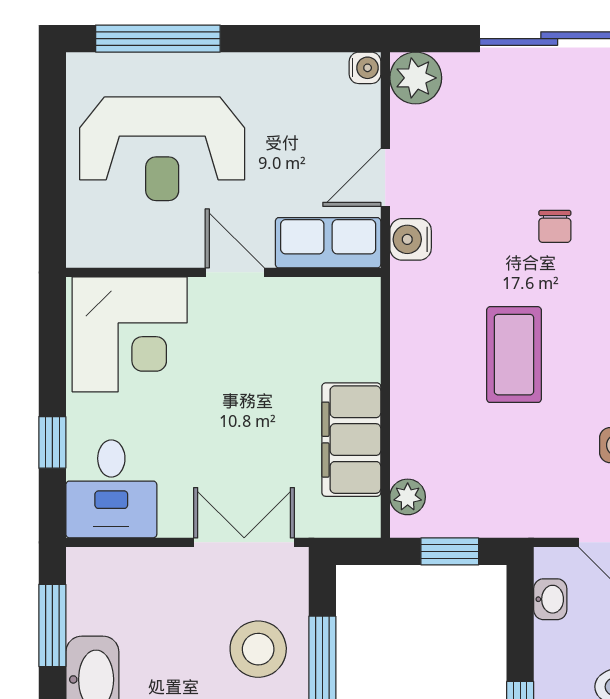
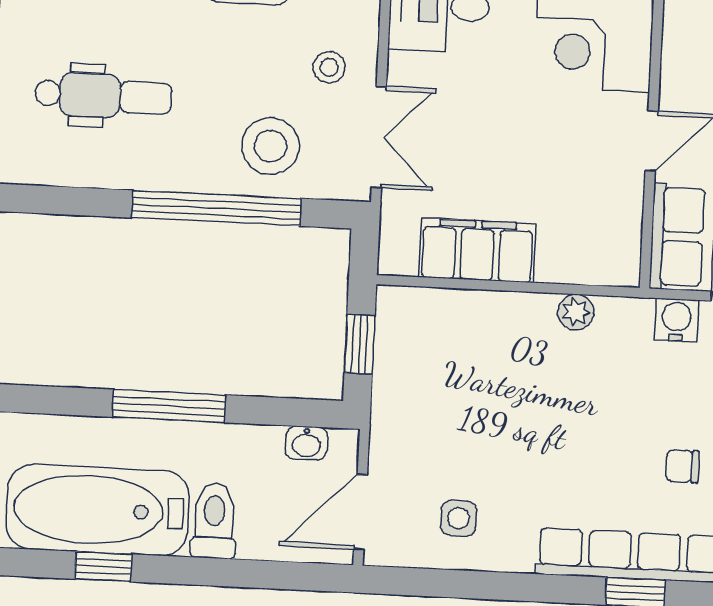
coffee table: (514, 355) -> (555, 419), removed
plant: (408, 497) -> (576, 312), moved
stool: (178, 595) -> (329, 67), added

